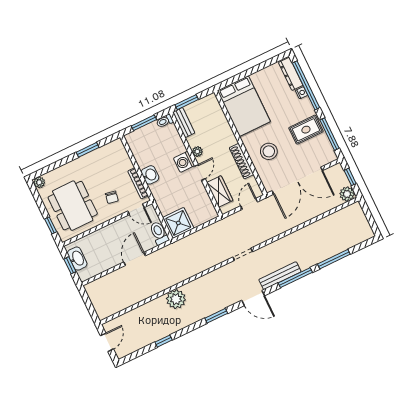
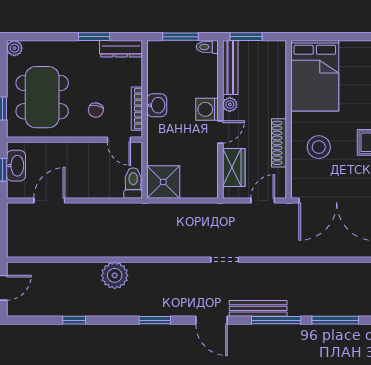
bench: (184, 122) -> (230, 67), width x1.36
dresser: (109, 149) -> (121, 49), added
door: (135, 259) -> (49, 201), moved

